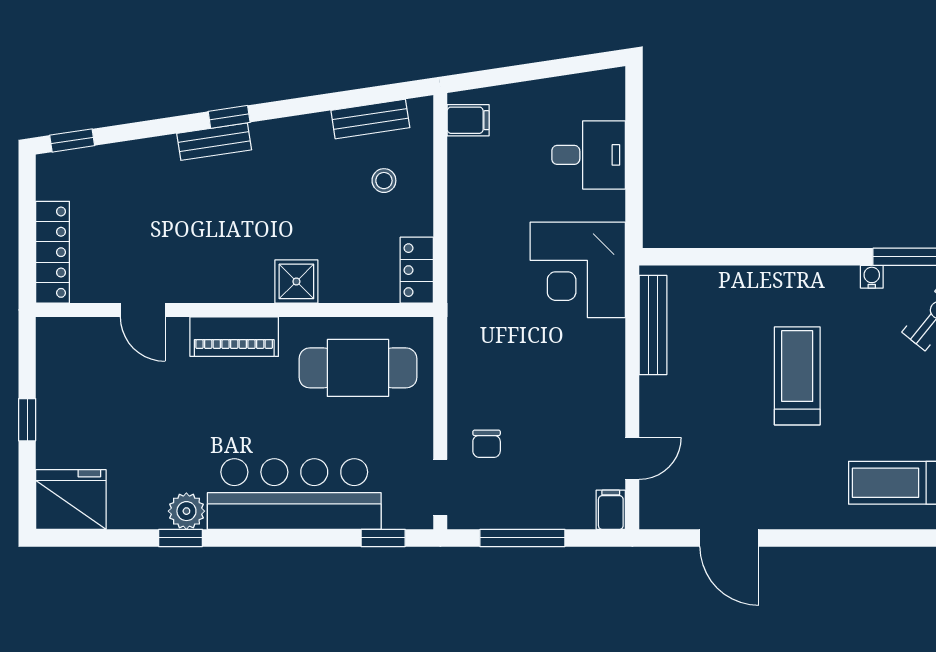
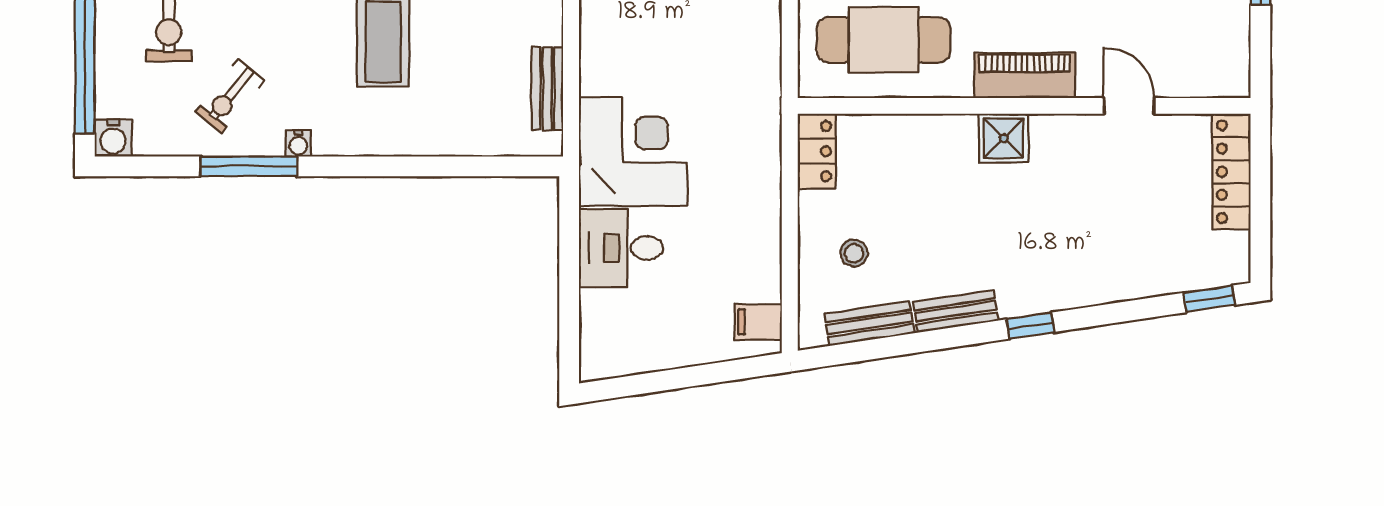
bench: (214, 142) -> (956, 311), moved
desk: (589, 155) -> (621, 248), moved
shower: (296, 281) -> (1004, 138), moved
bench: (653, 325) -> (547, 89), width x0.73

